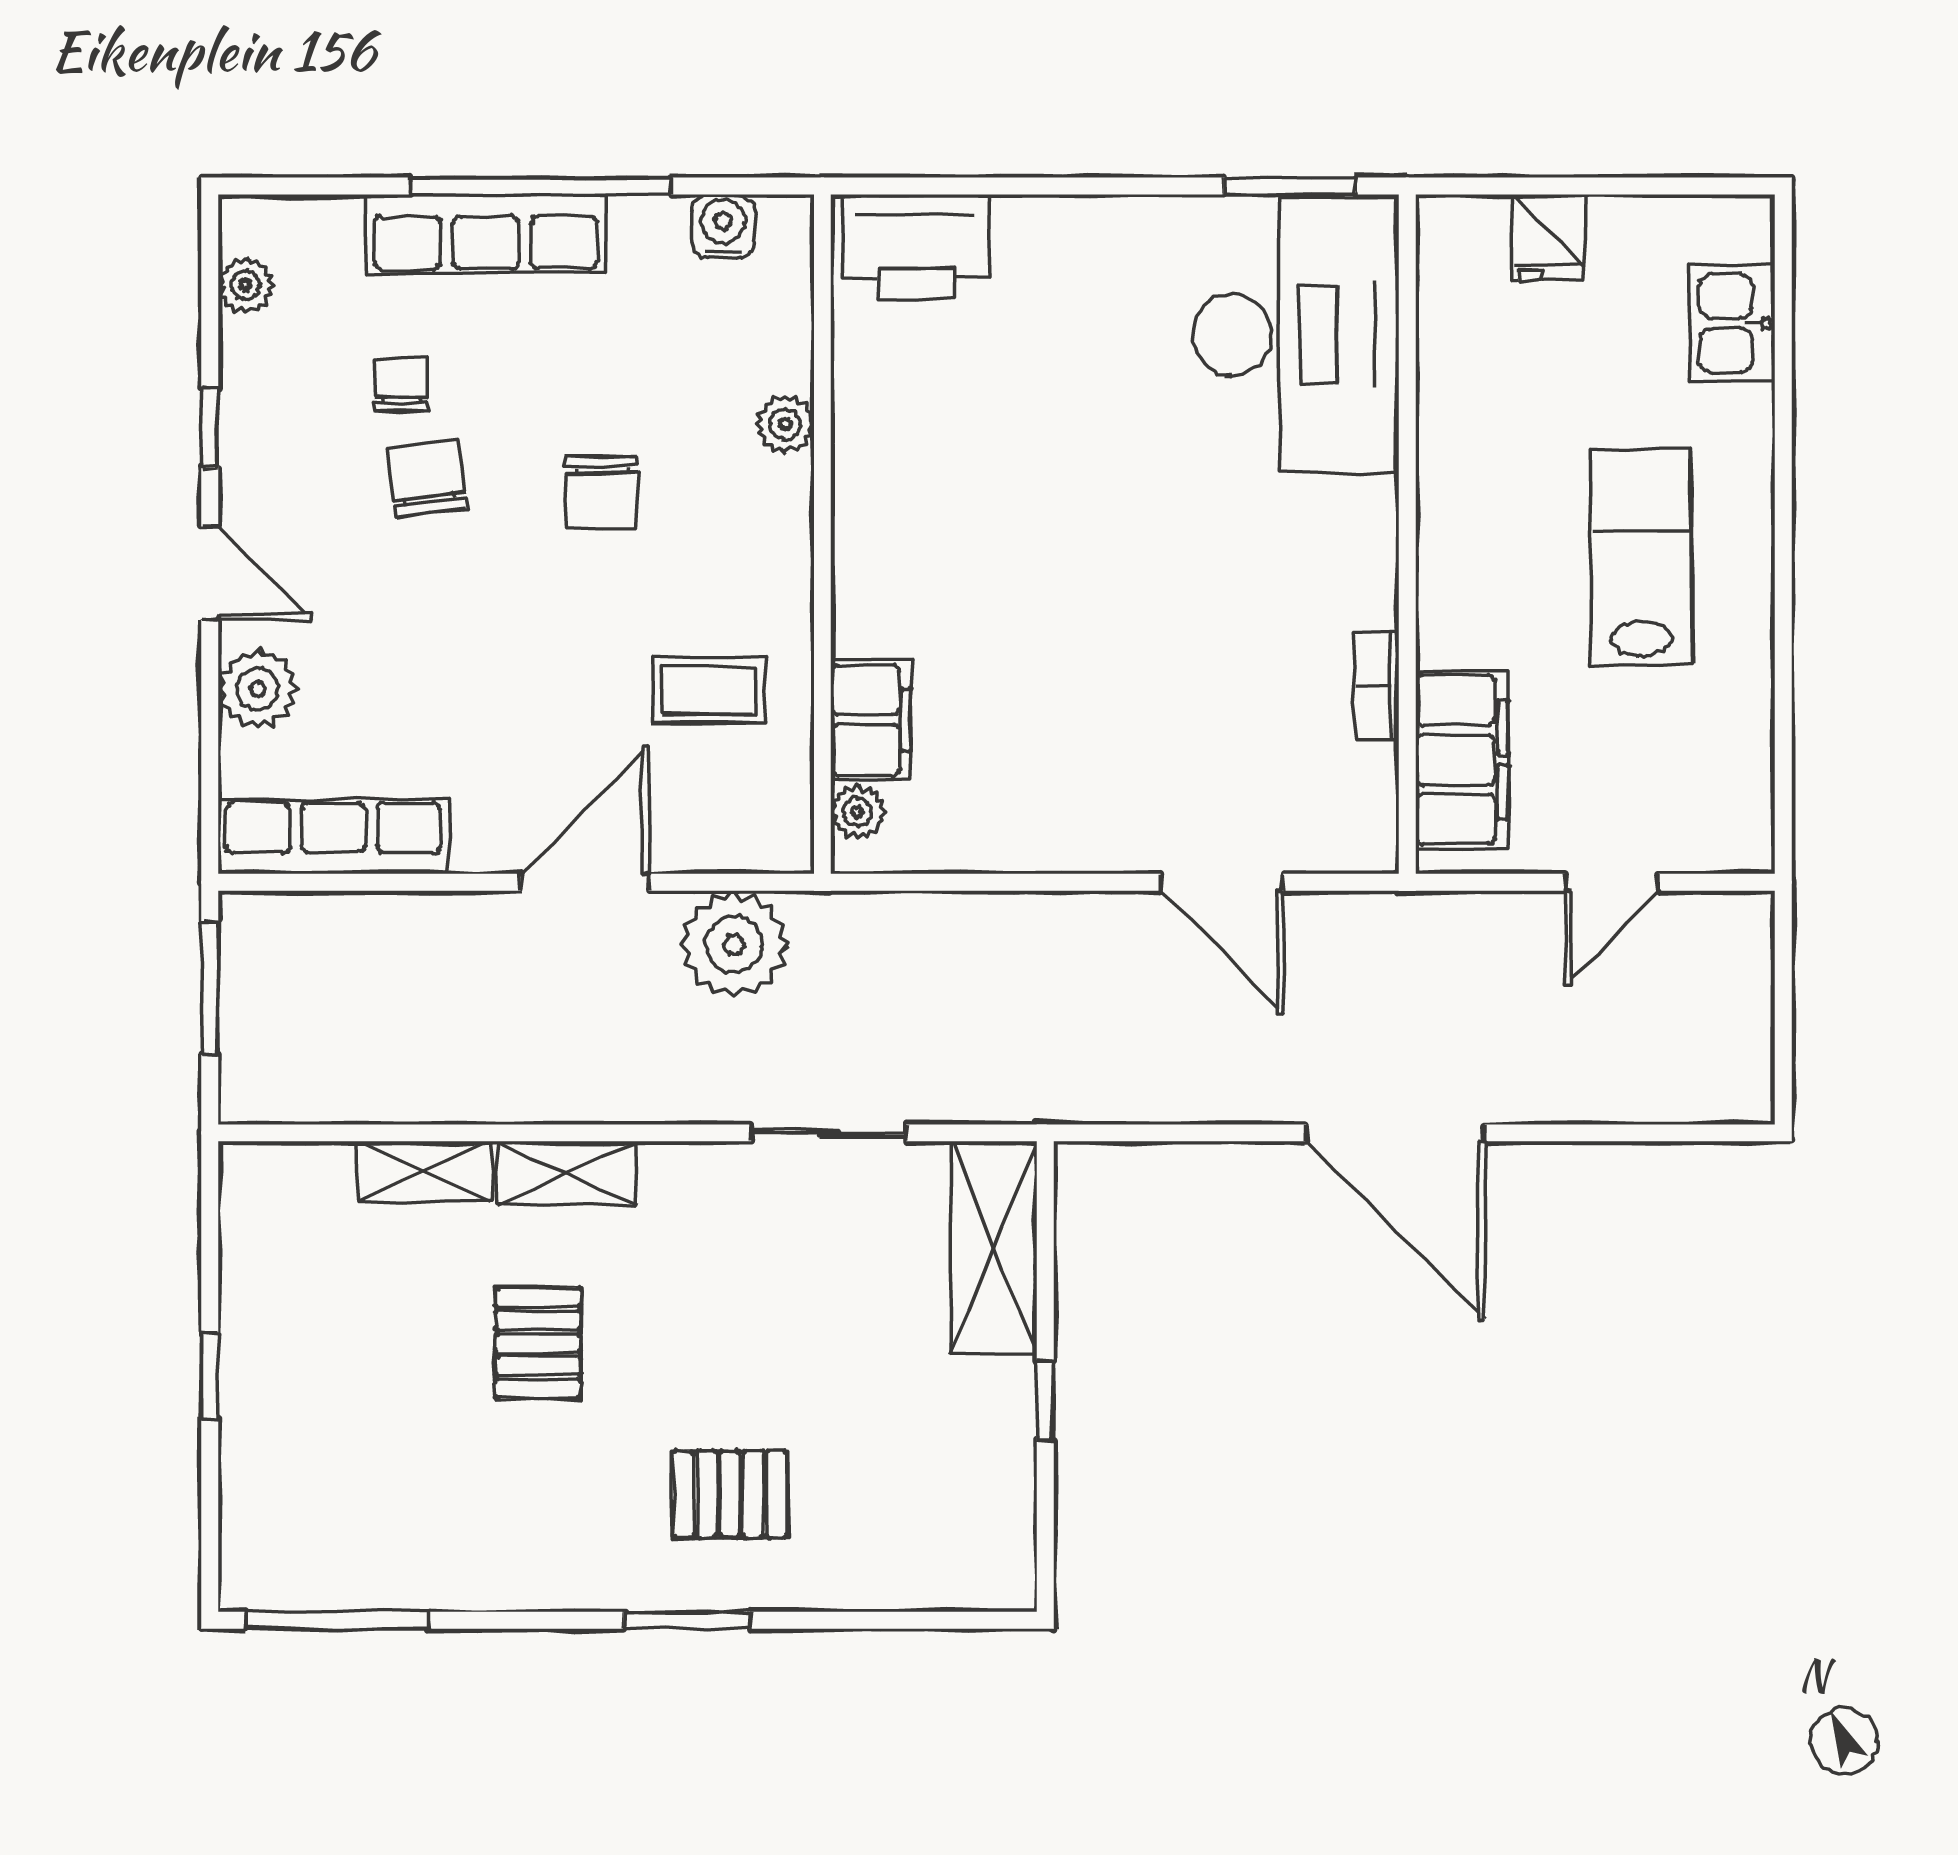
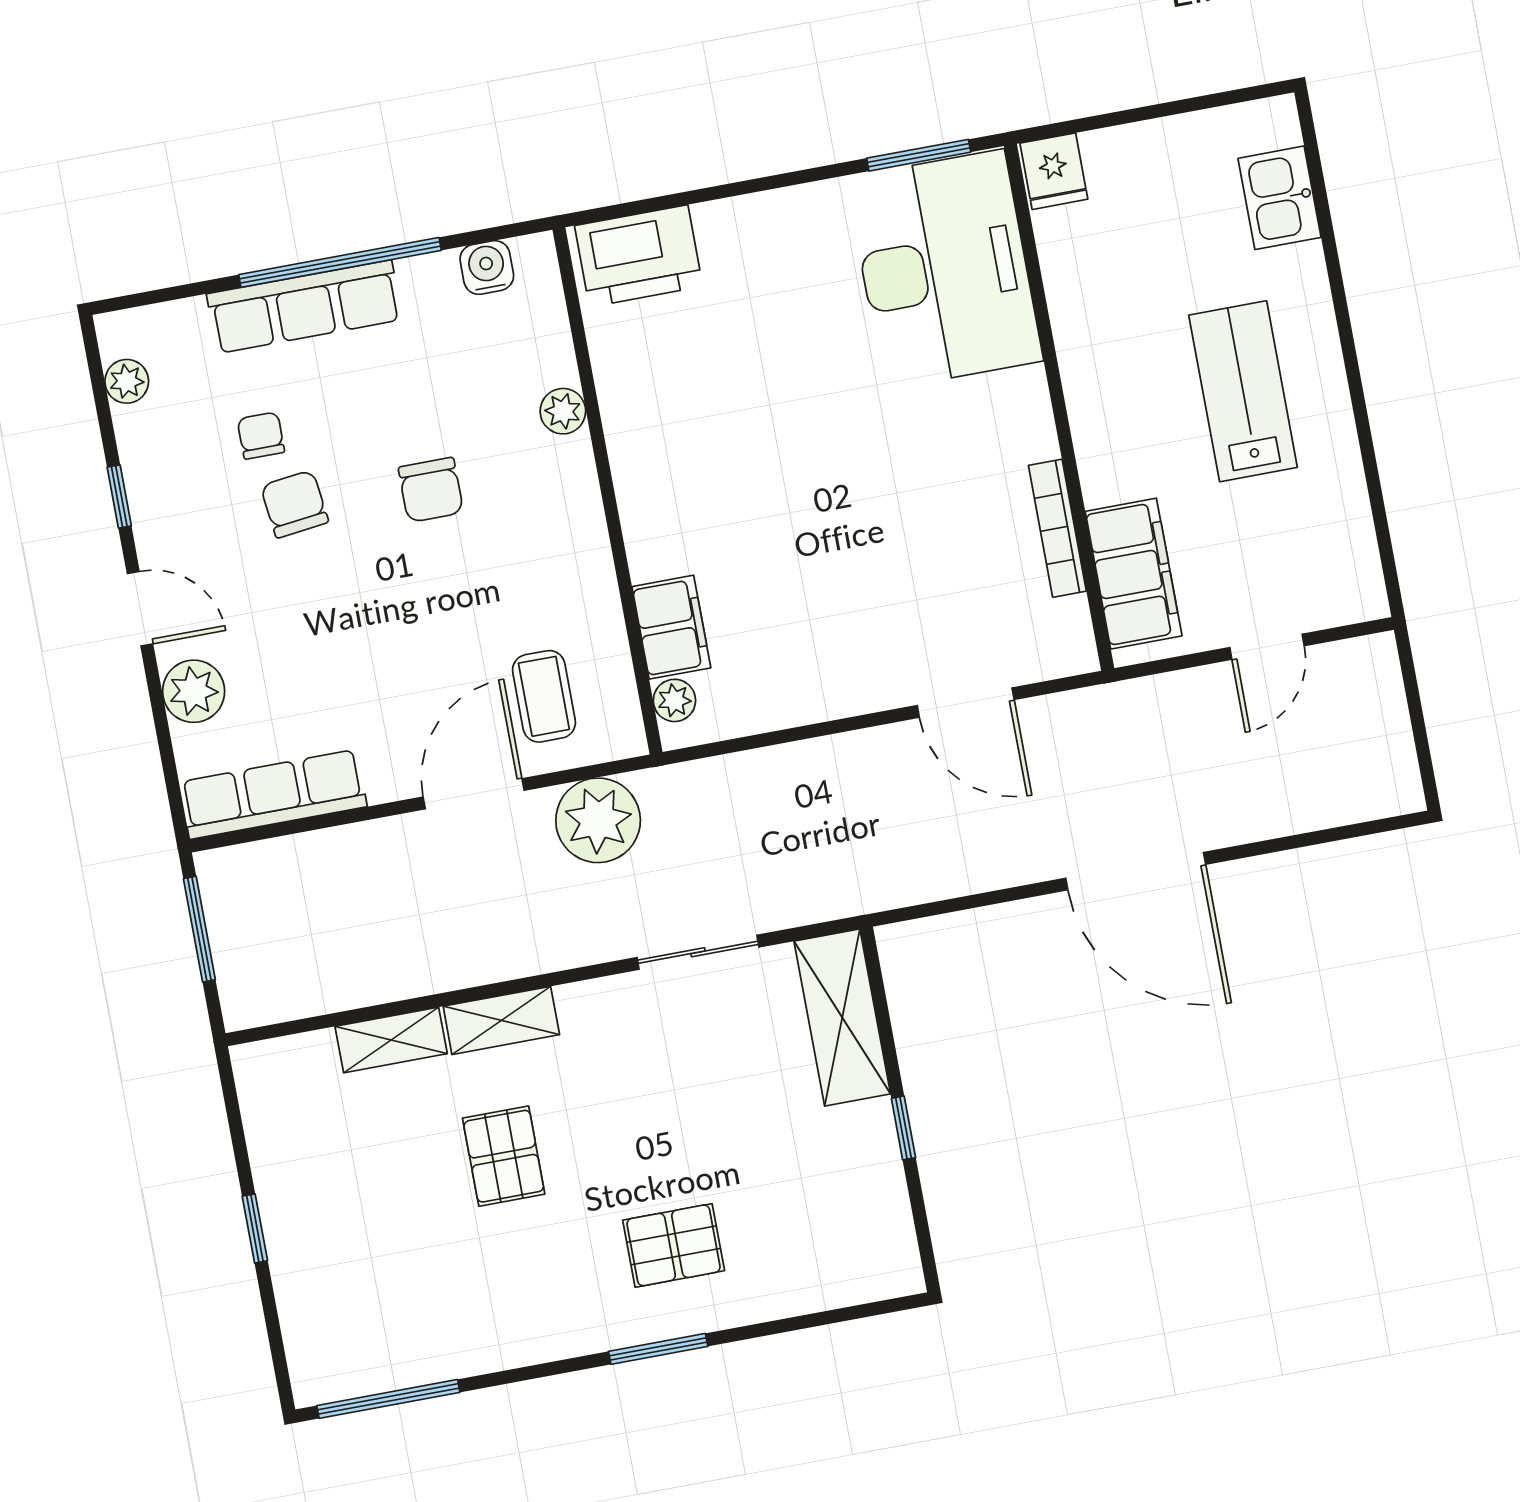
fridge: (1549, 237) -> (1054, 171), moved
bookcase: (1377, 685) -> (1057, 528), width x1.56
coffee table: (708, 690) -> (544, 696), moved, turned 90

